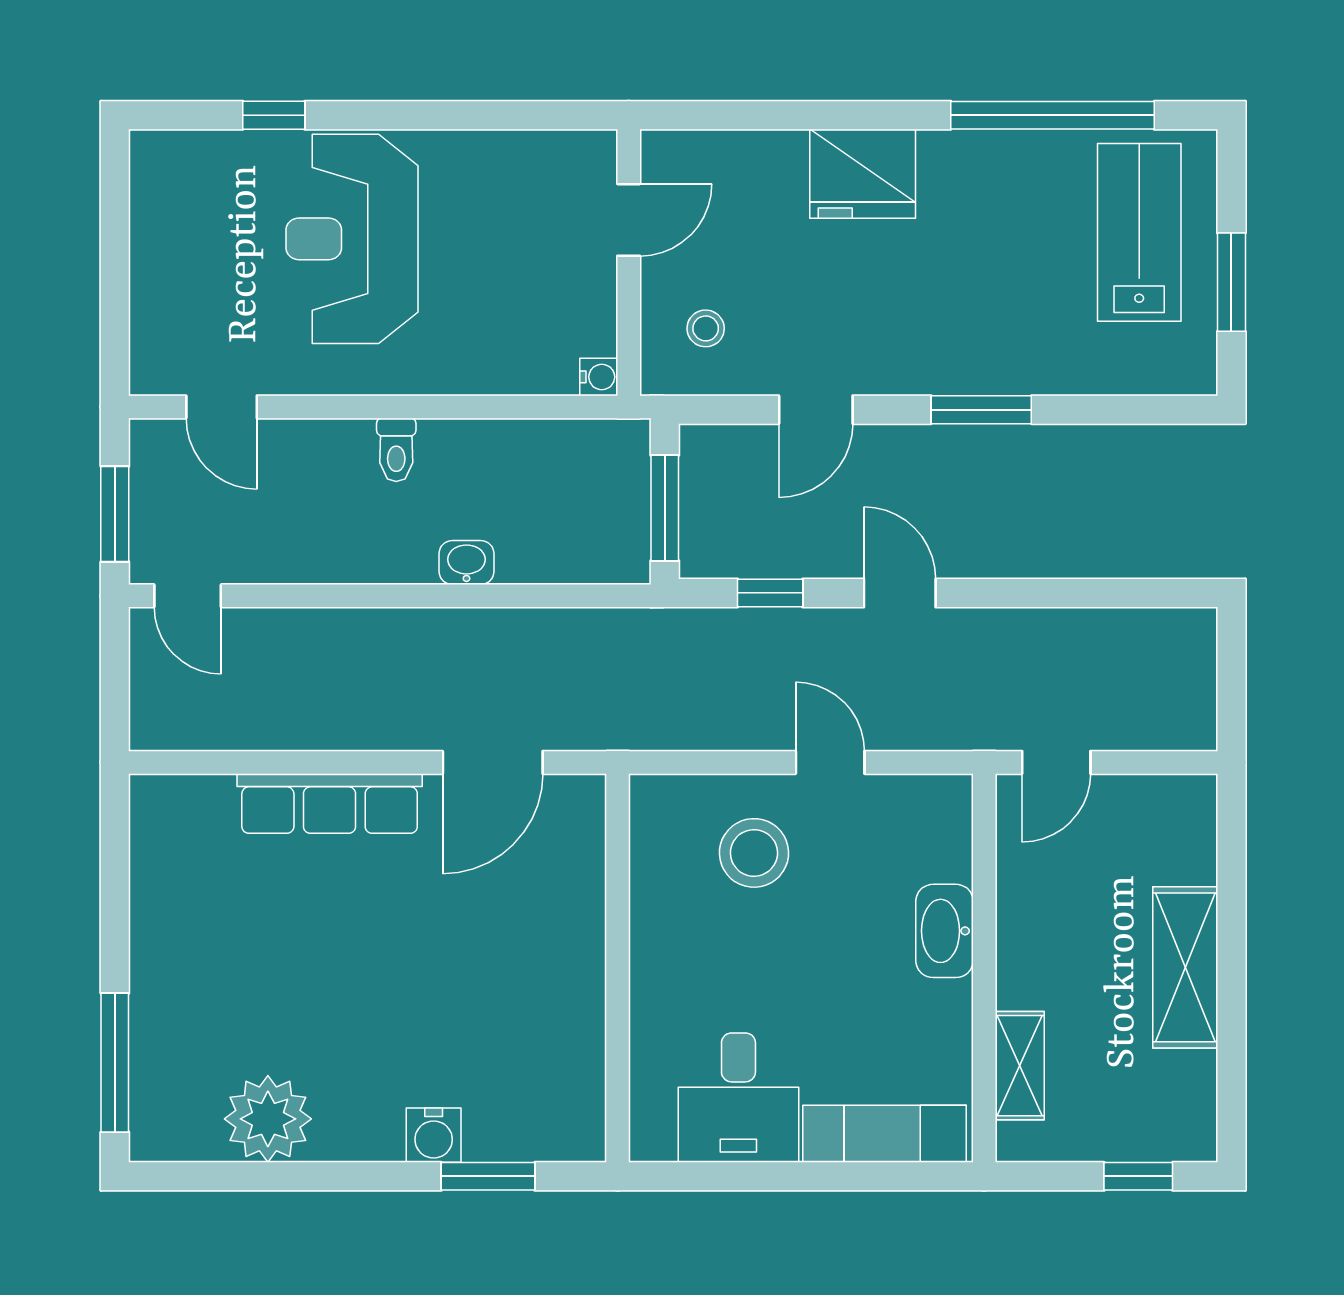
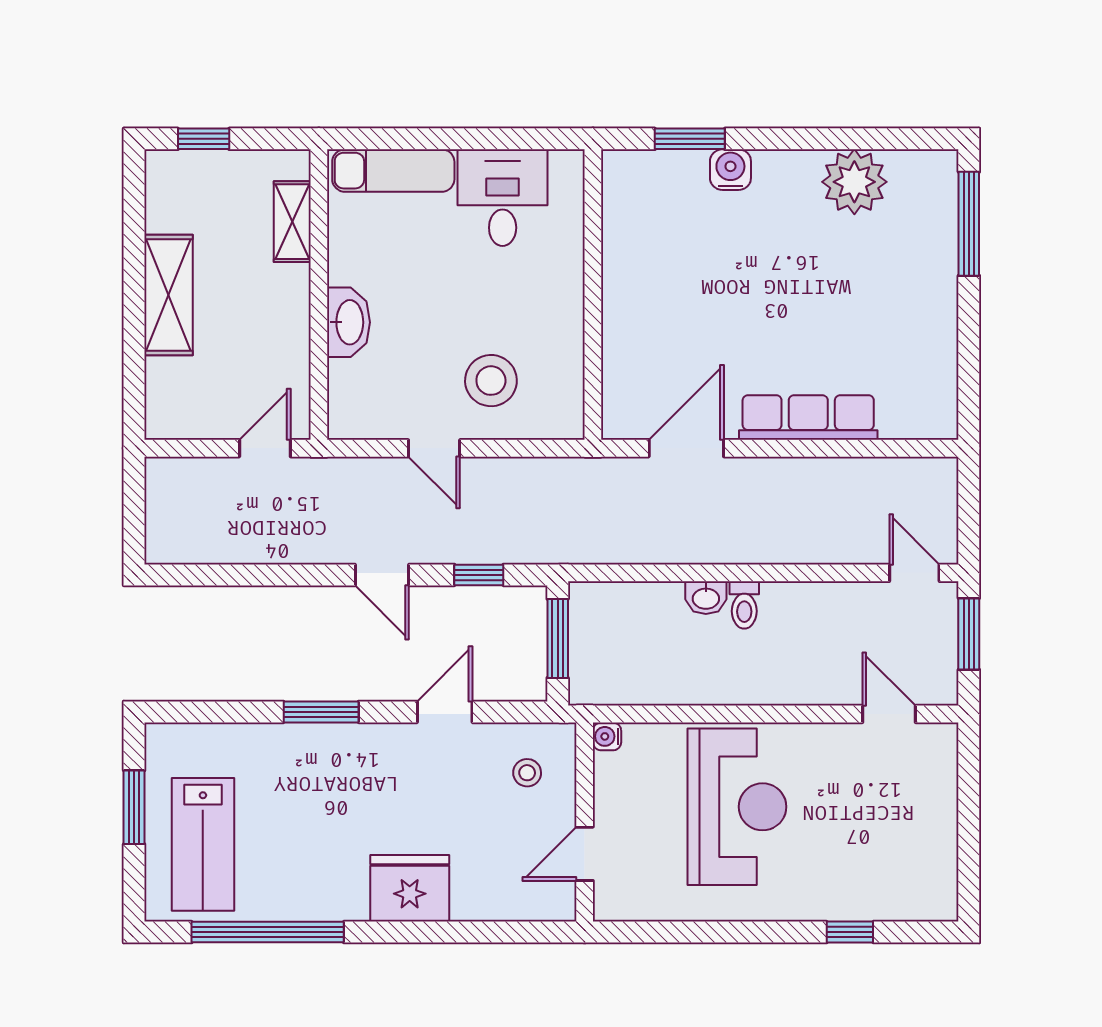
reception desk: (352, 239) -> (737, 807), moved
toilet: (396, 450) -> (744, 605), moved, turned 180

